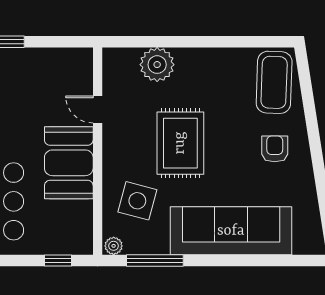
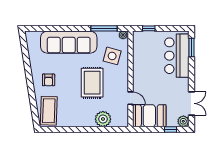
booth: (69, 163) -> (149, 116), moved, turned 90

